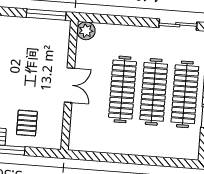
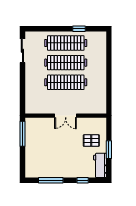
plant: (86, 31) -> (31, 108), removed
double door: (69, 85) -> (66, 116), swing flipped

